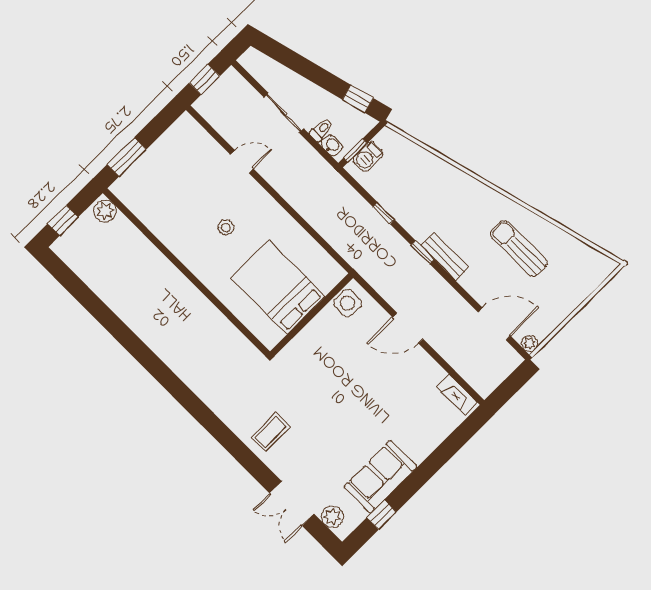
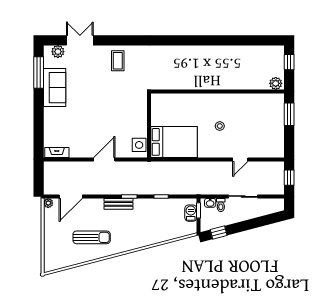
bed: (278, 287) -> (174, 142), moved
window: (381, 515) -> (39, 72), width x2.17

